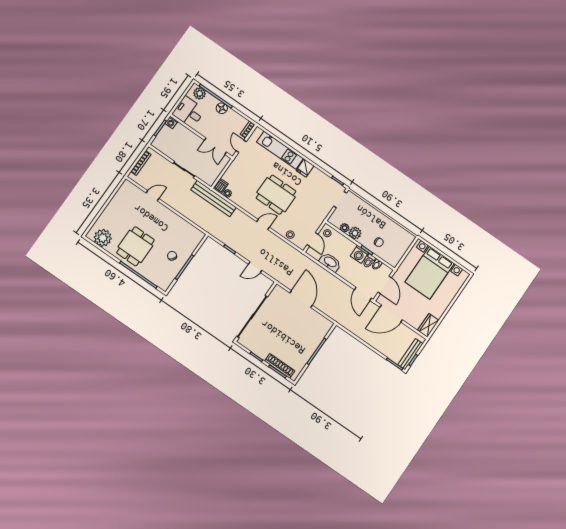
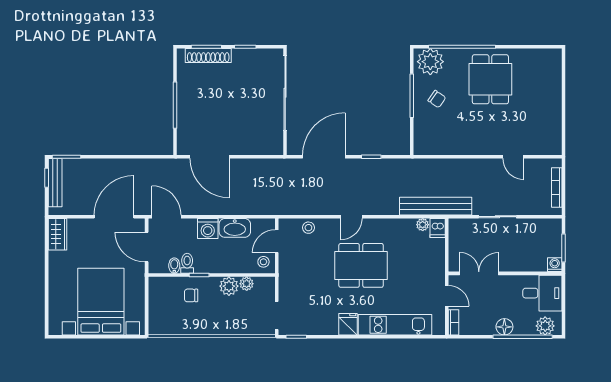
door: (153, 196) -> (513, 157), hinge flipped
plant: (103, 238) -> (430, 62), moved
door: (313, 239) -> (277, 241), hinge flipped
washing machine: (359, 254) -> (208, 229), moved, turned 180
door: (255, 267) -> (324, 157), width x1.87
door: (301, 299) -> (209, 157), moved

